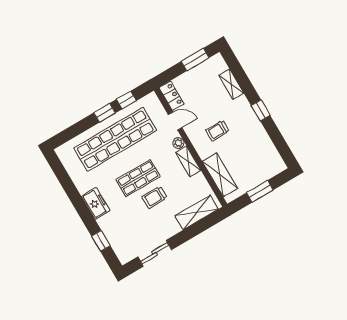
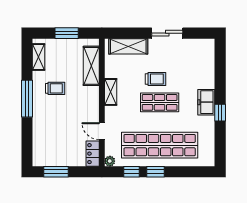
shelving: (231, 84) -> (38, 57), moved
window: (261, 111) -> (27, 99), width x2.17
trolley: (217, 131) -> (55, 88), moved
plant: (178, 143) -> (110, 161), moved
window: (101, 241) -> (220, 113), moved
sliding door: (155, 253) -> (167, 33), moved

